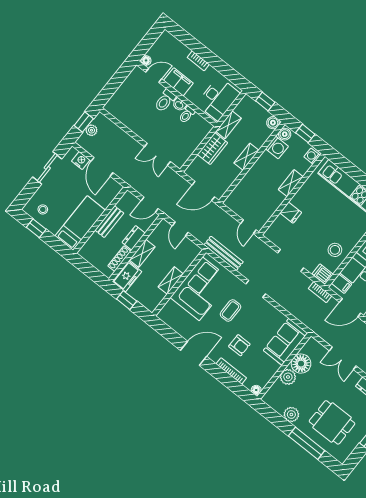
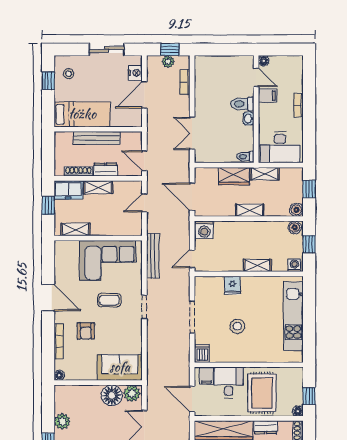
filing cabinet: (178, 82) -> (267, 96), width x0.50
toilet: (187, 115) -> (245, 157), moved
washing machine: (277, 147) -> (204, 230), moved
bench: (109, 222) -> (97, 138), width x1.36
stool: (335, 250) -> (237, 326), moved
shelving: (171, 280) -> (75, 229), moved
bookcase: (320, 292) -> (185, 82), moved
plant: (288, 377) -> (132, 393), moved

